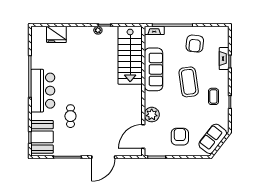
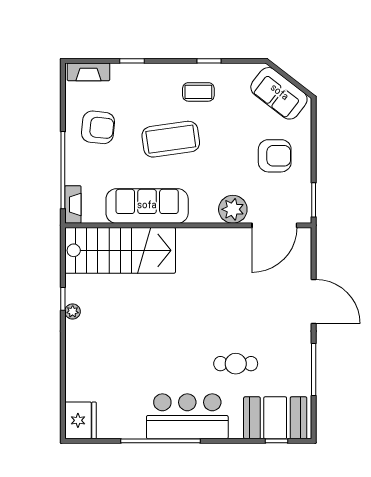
fridge: (56, 34) -> (81, 420), moved
fireplace: (224, 59) -> (88, 72), moved
door: (143, 136) -> (274, 225), hinge flipped
armchair: (180, 137) -> (275, 156), turned 180

